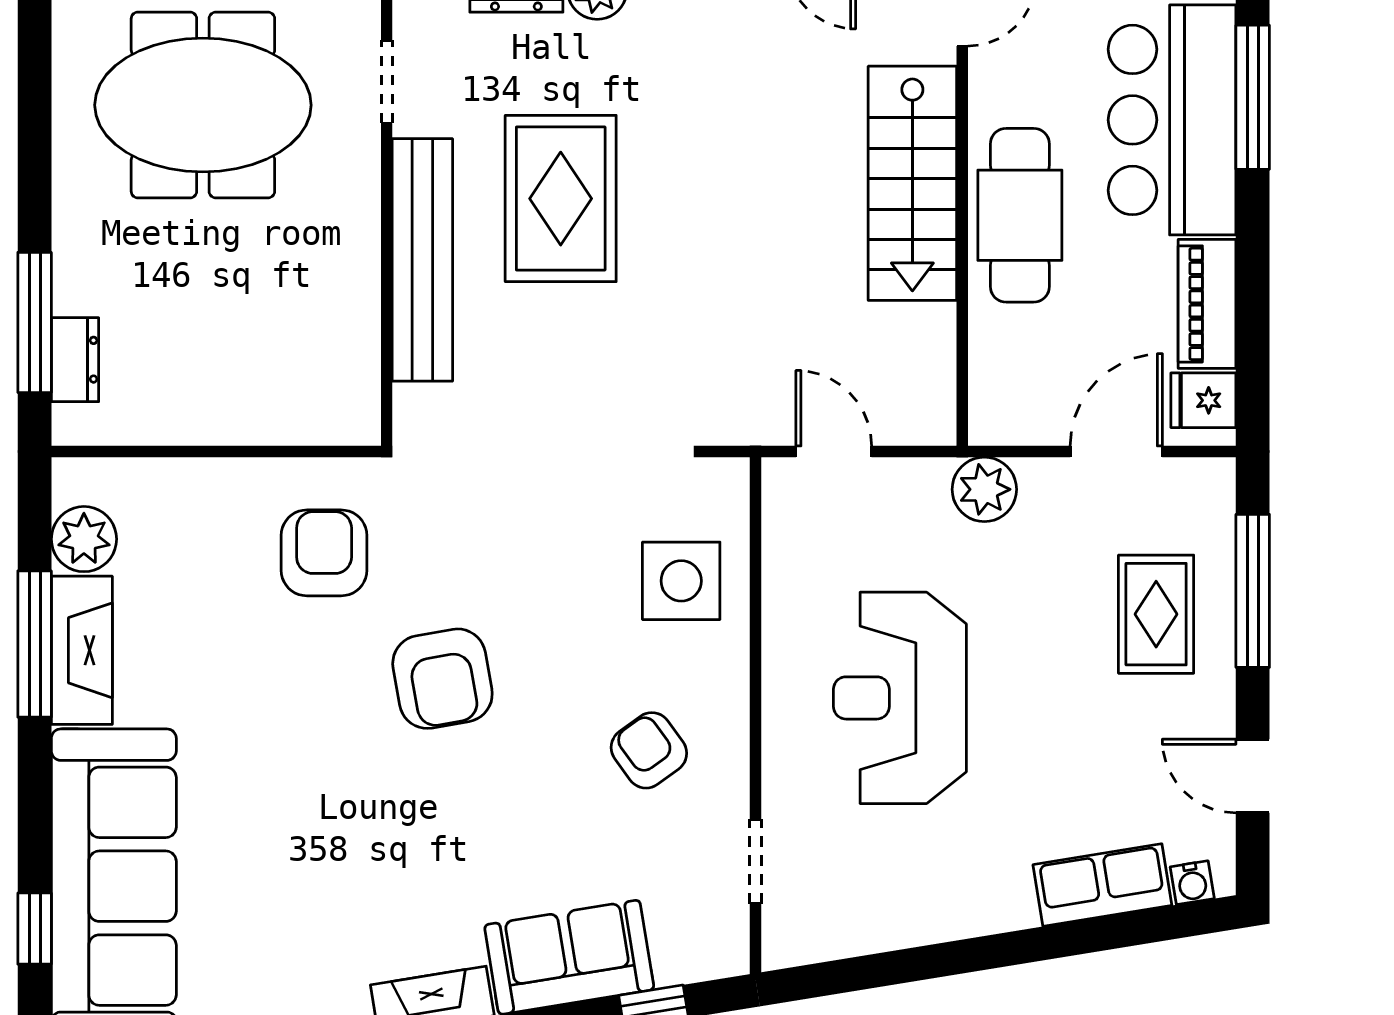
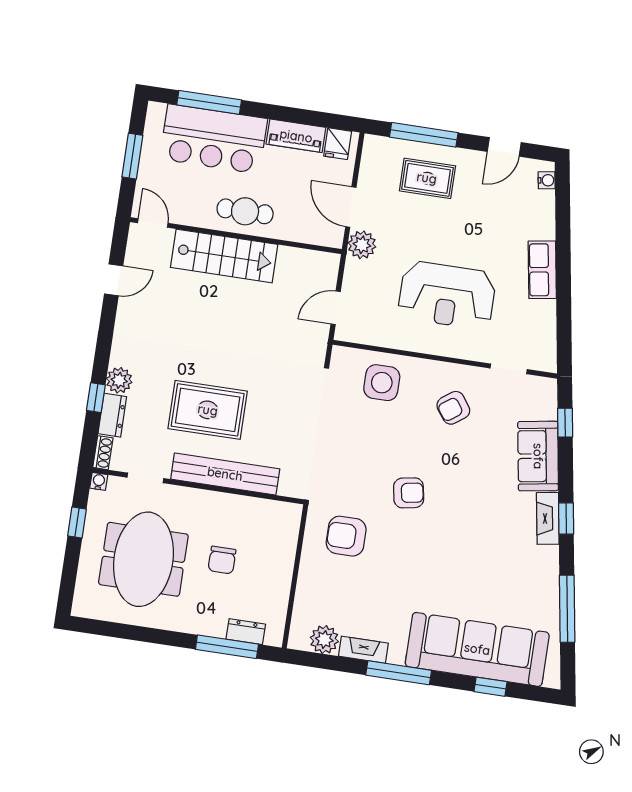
cafe table: (1020, 215) -> (245, 211), width x0.73, depth x0.74
chair: (228, 282) -> (222, 560), added
door: (1116, 452) -> (351, 207), moved
window: (35, 644) -> (399, 673), moved
fireplace: (82, 650) -> (363, 650), width x0.73, depth x0.76
armchair: (442, 679) -> (409, 493), width x0.72, depth x0.72
row of seats: (1102, 885) -> (542, 270), moved

